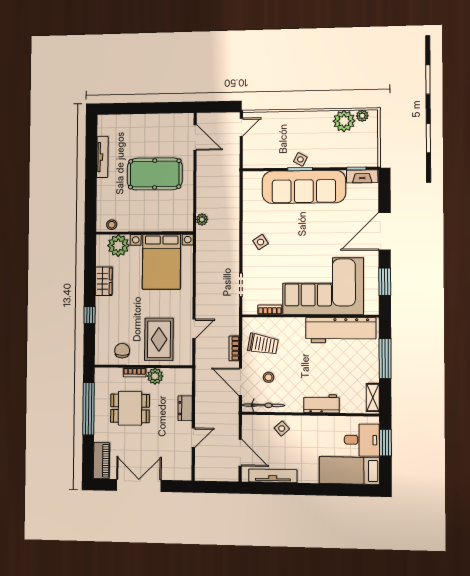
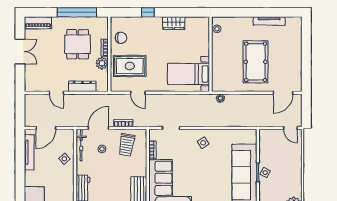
plant: (118, 246) -> (201, 34), removed
bed with nightstands: (161, 262) -> (189, 74), width x0.73
dresser: (185, 408) -> (82, 86), width x1.44
double door: (139, 485) -> (20, 52), width x0.73

